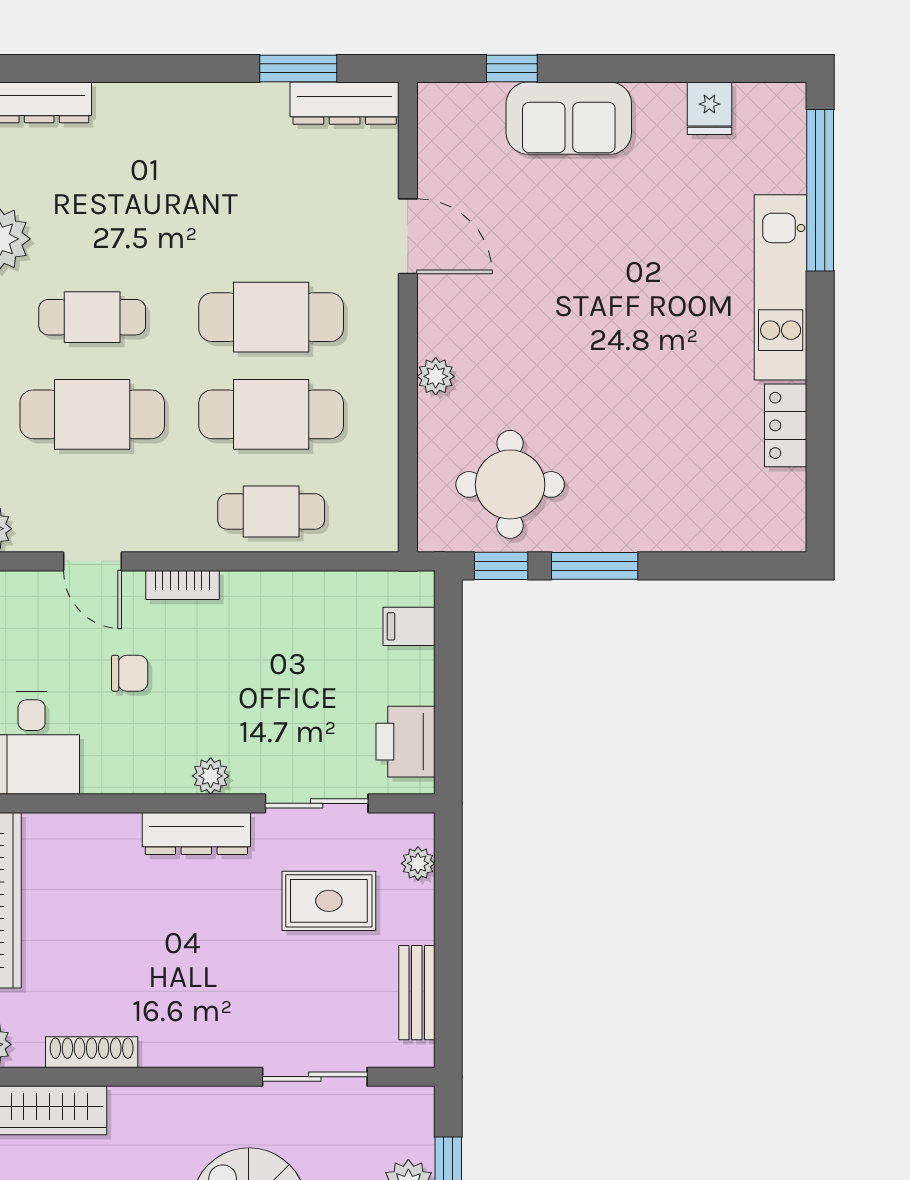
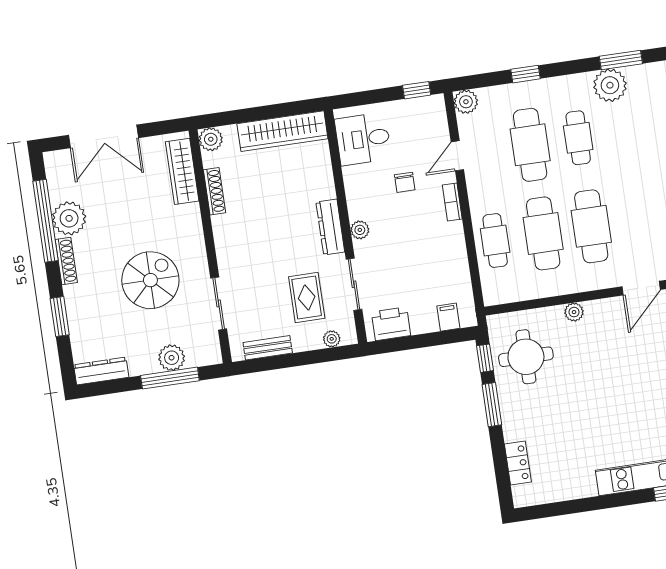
locker: (786, 425) -> (518, 463), moved, turned 90

